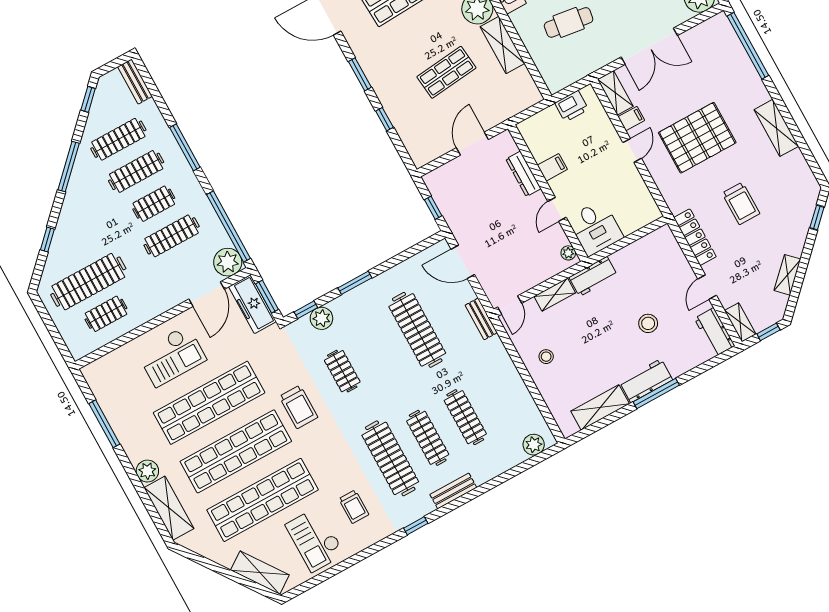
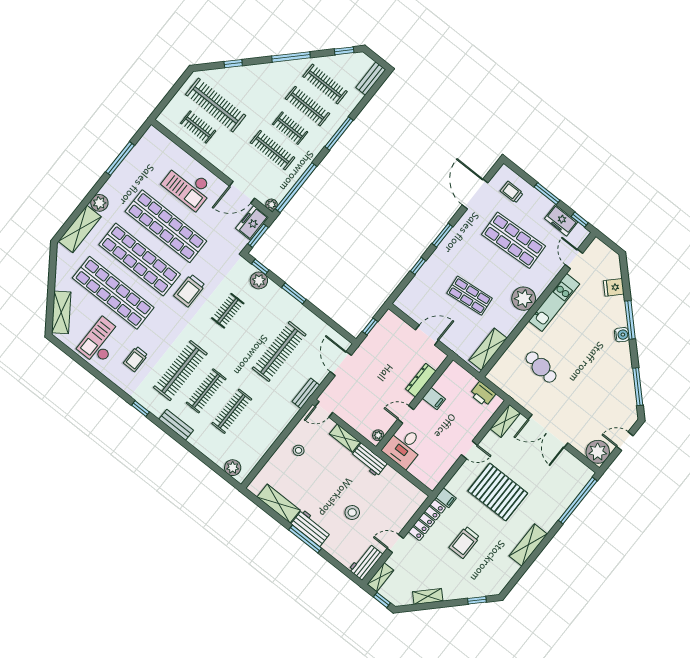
shelving: (502, 45) -> (488, 349), moved
filing cabinet: (631, 119) -> (446, 498), moved
plant: (228, 262) -> (272, 205), width x0.53, depth x0.53
freezer: (252, 304) -> (252, 223), width x0.71

